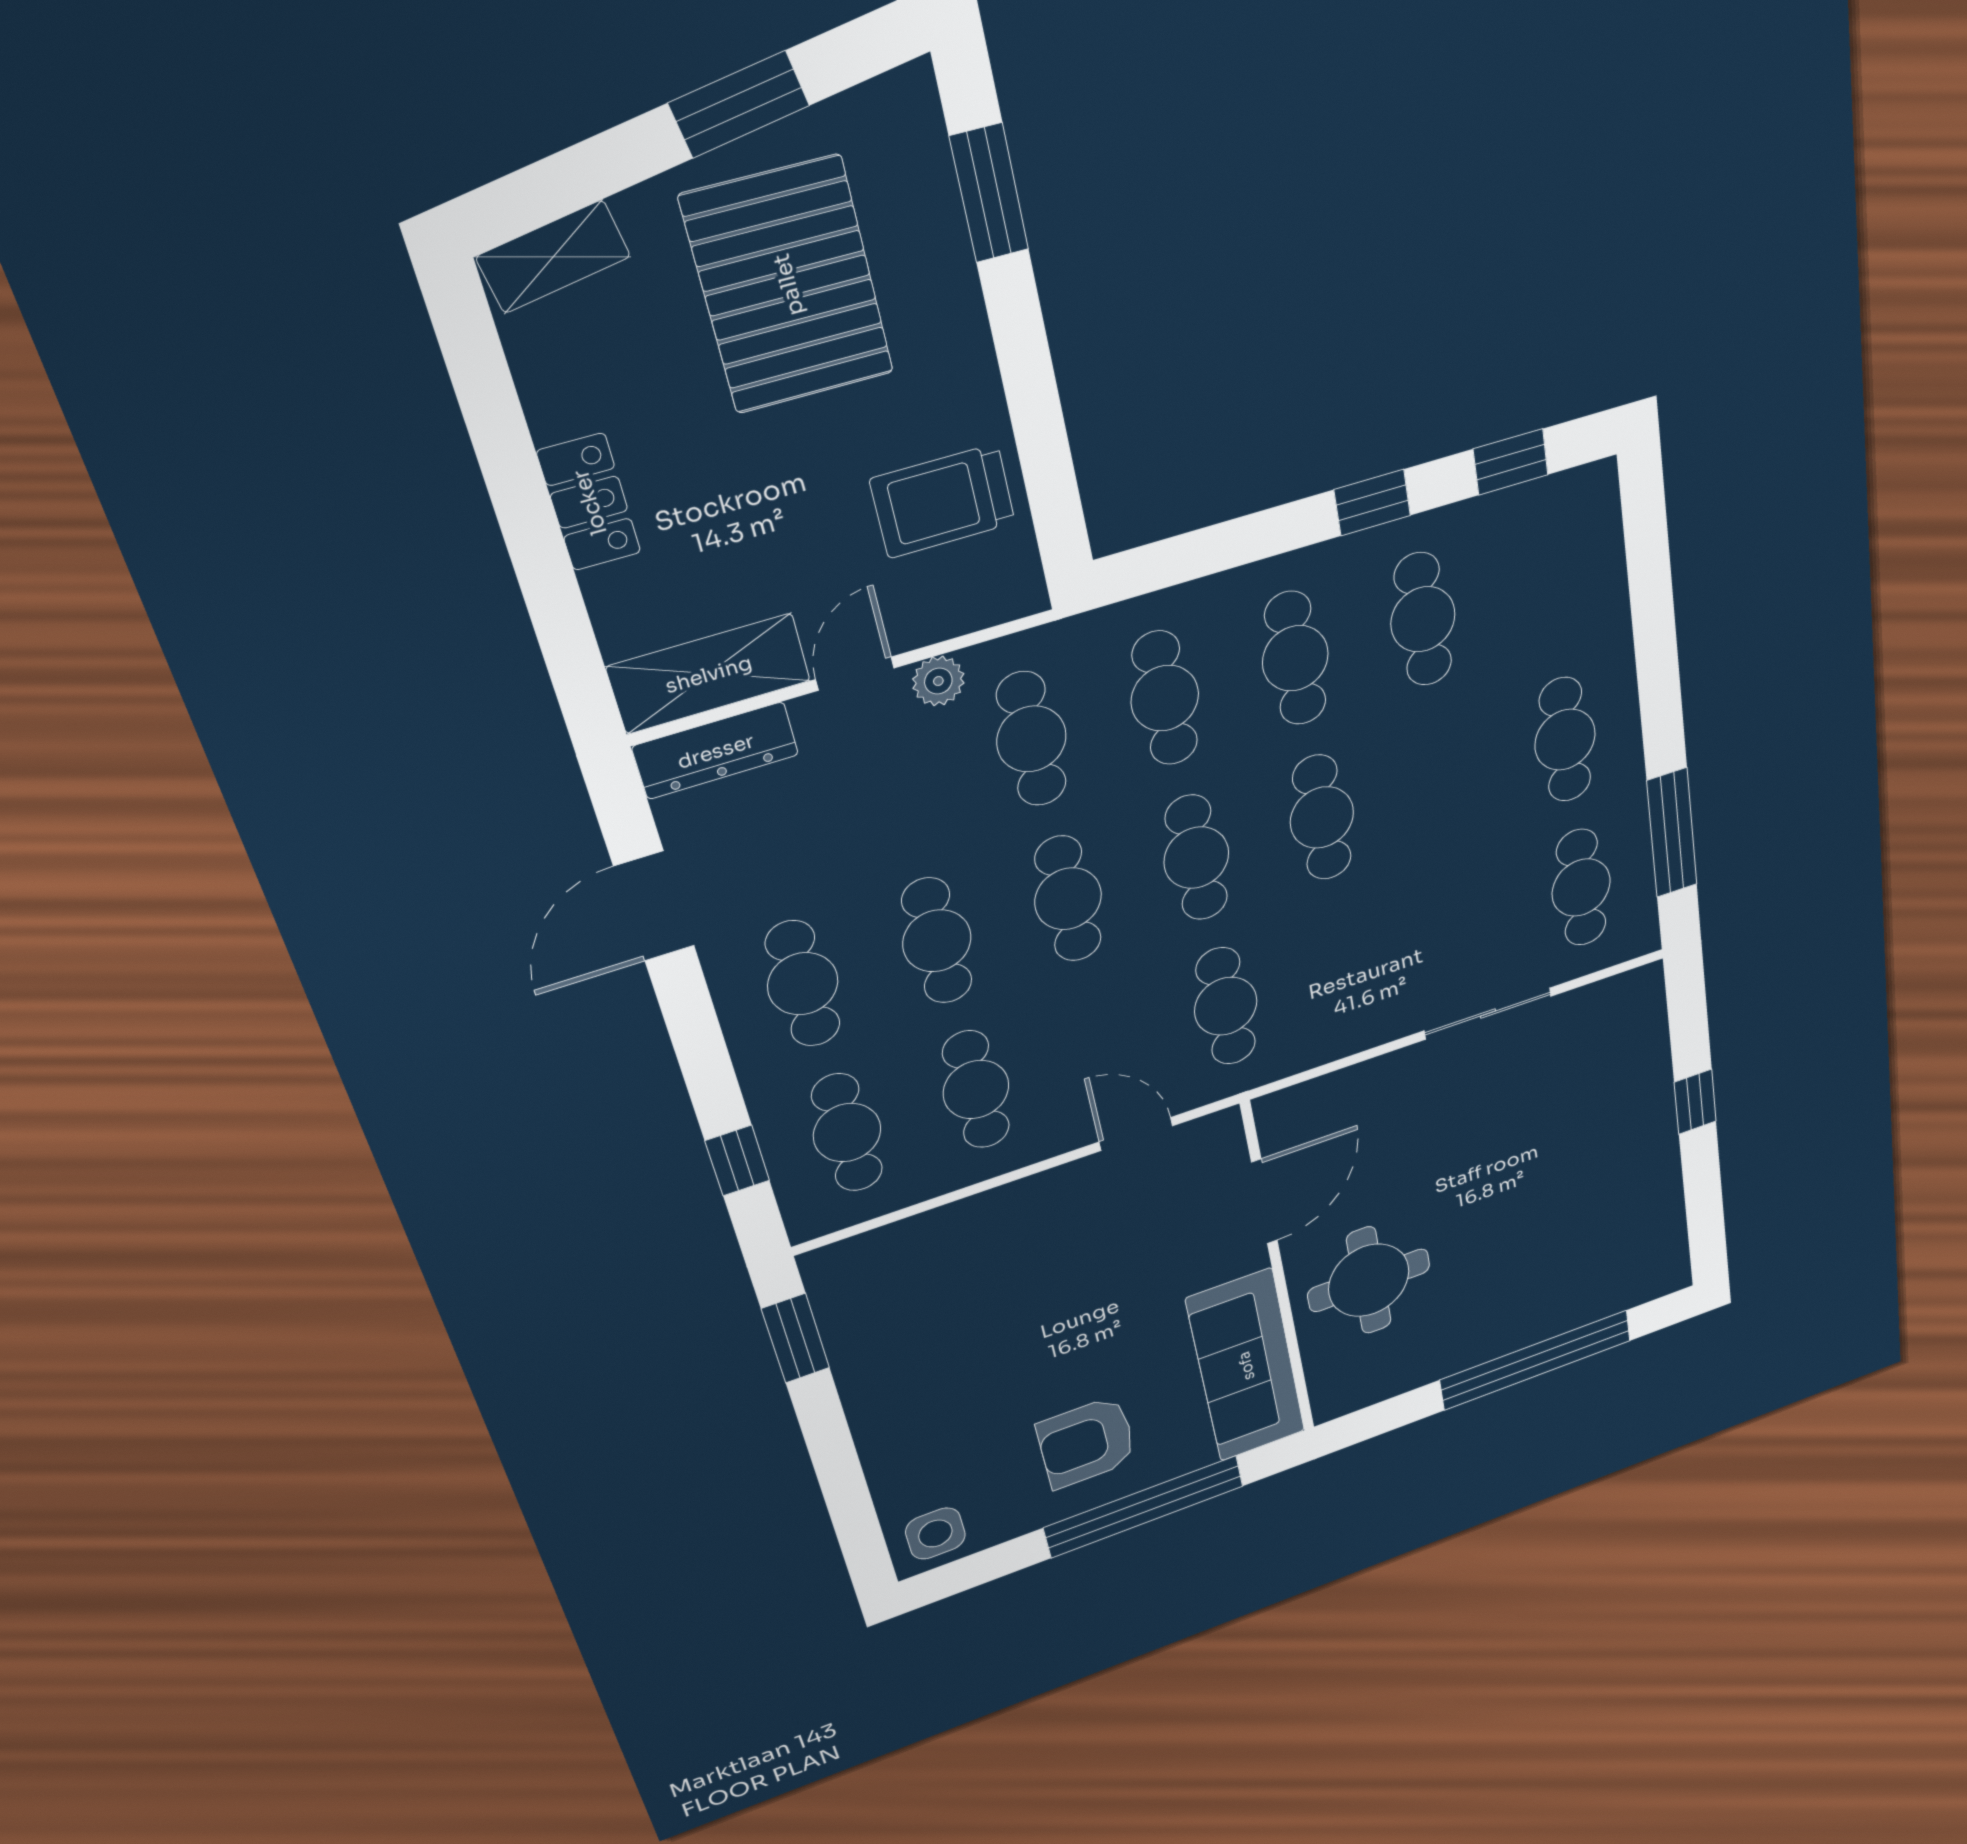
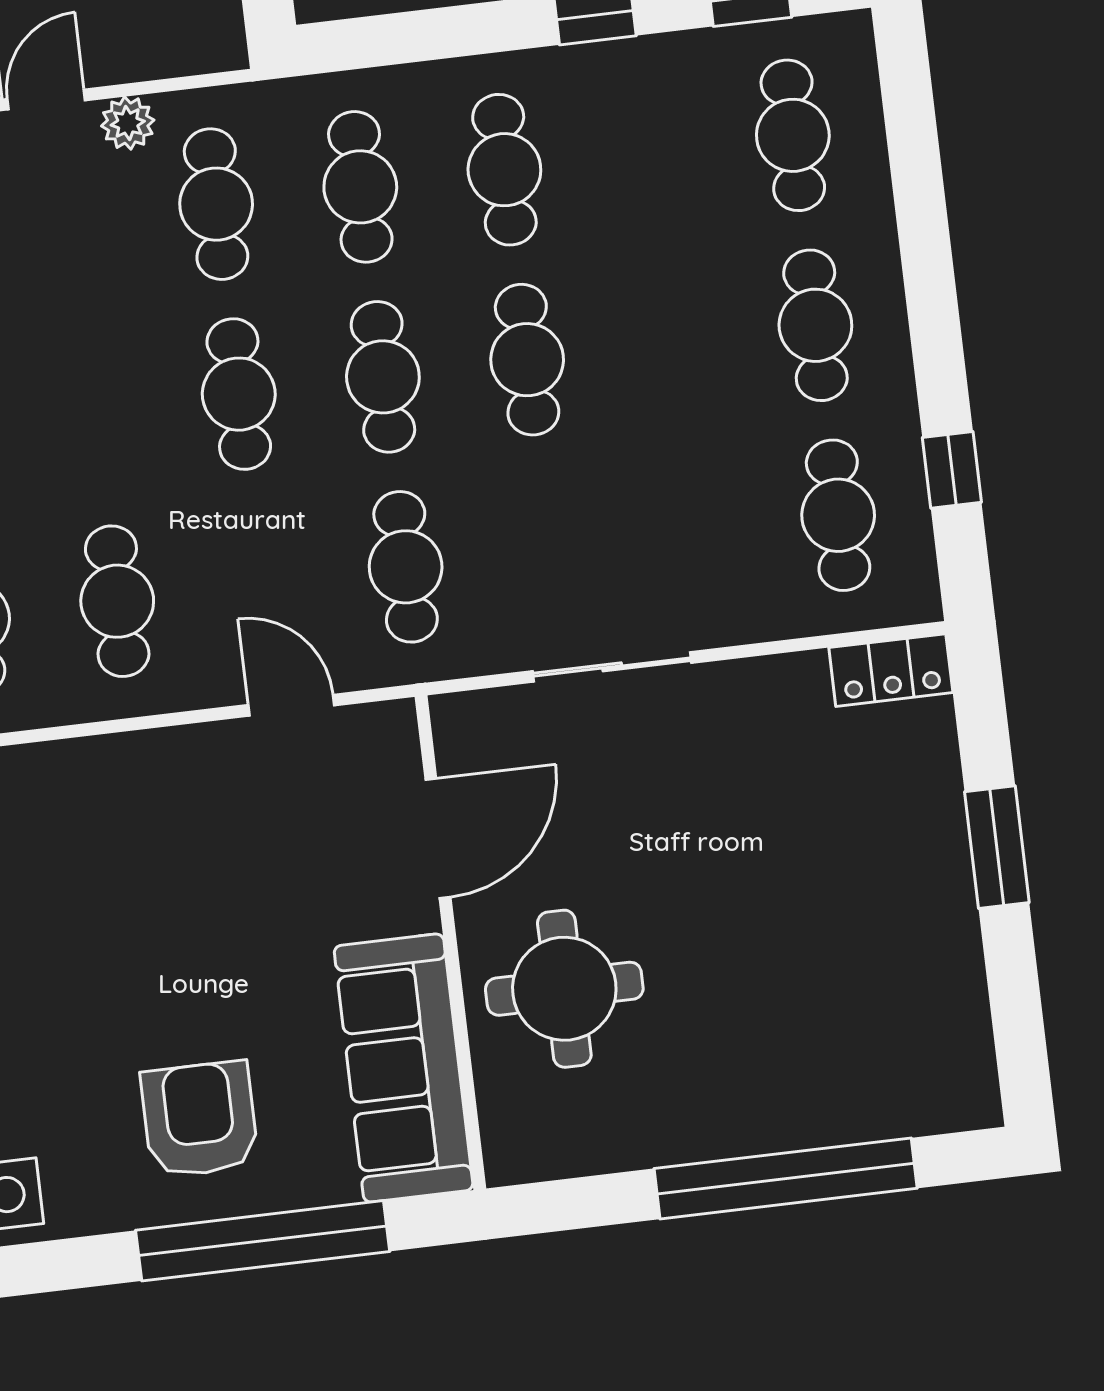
cafe table: (1423, 619) -> (793, 135), moved
window: (1672, 833) -> (952, 470), width x0.46
cafe table: (937, 941) -> (95, 411), removed
locker: (1620, 995) -> (891, 670), added
sliding door: (1488, 1013) -> (612, 667), moved
window: (1695, 1102) -> (997, 847), width x1.50
armchair: (1087, 1442) -> (200, 1119), turned 90

